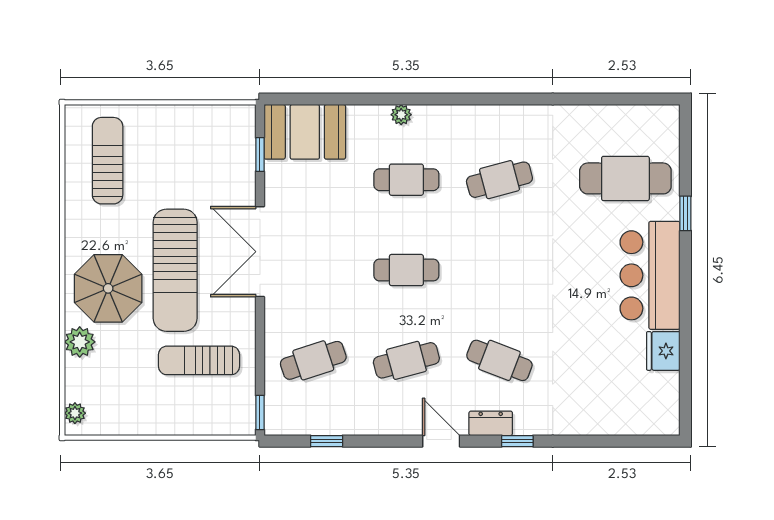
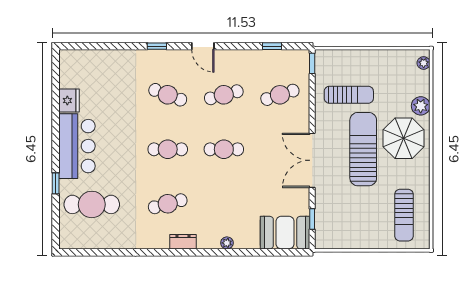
cafe table: (406, 180) -> (168, 149), moved
double door: (260, 252) -> (312, 160), swing flipped
dresser: (491, 423) -> (183, 242), moved, turned 180

